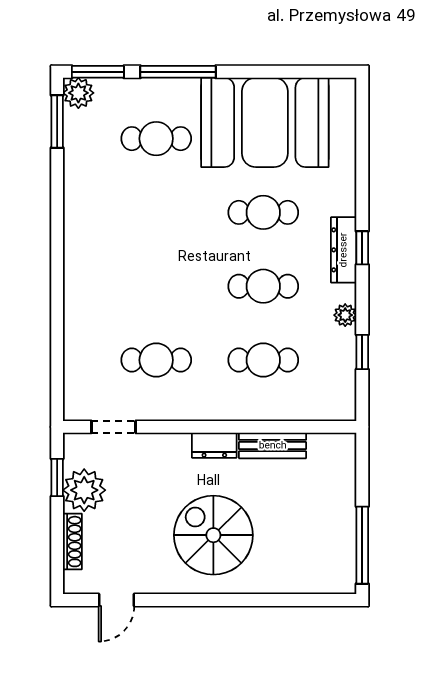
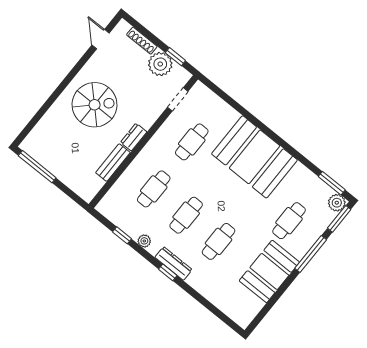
booth: (265, 122) -> (269, 271), width x0.73, depth x0.70
booth: (107, 257) -> (254, 157), added

